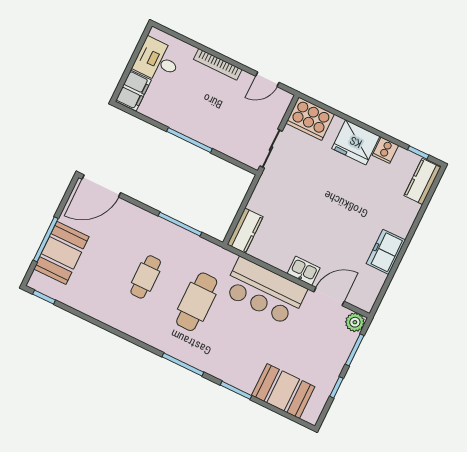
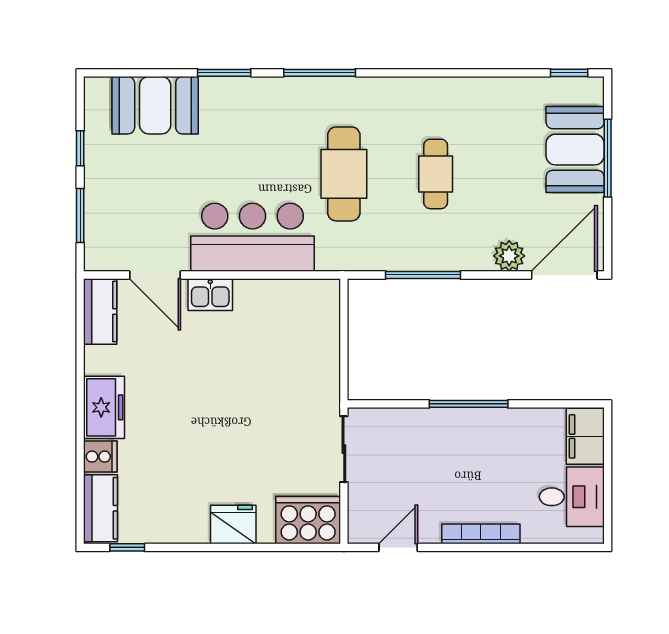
fridge: (356, 142) -> (233, 524), width x0.73, depth x0.75
cooker: (385, 150) -> (100, 457), moved, turned 90
kitchen counter: (245, 231) -> (100, 311), moved, turned 180
freezer: (386, 252) -> (104, 407), moved
door: (329, 297) -> (155, 275), hinge flipped
plant: (355, 322) -> (509, 256), moved

